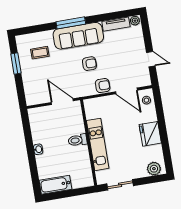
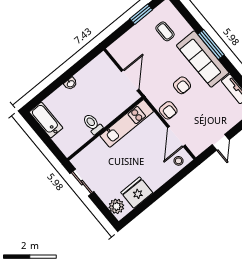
fridge: (150, 134) -> (137, 193), moved
toilet: (78, 140) -> (93, 124), moved
kitchen unit: (98, 144) -> (127, 123), moved

